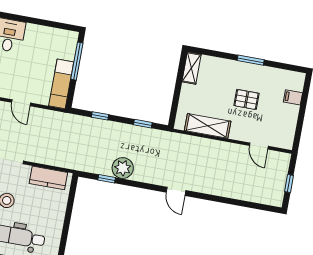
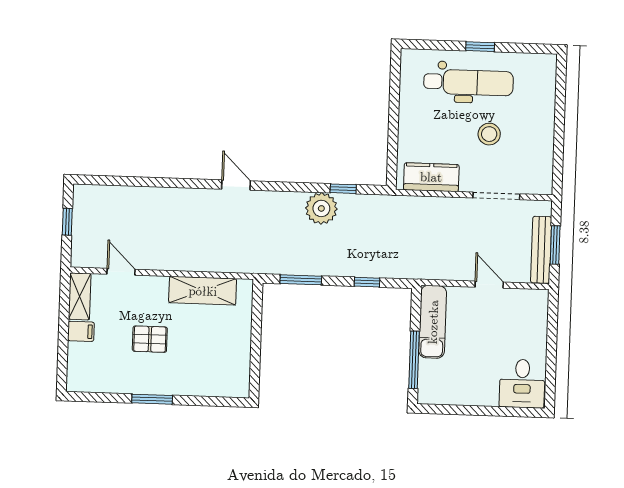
shelving: (191, 68) -> (80, 296), moved
filing cabinet: (293, 97) -> (81, 331), moved
window: (143, 124) -> (301, 280), width x1.50

